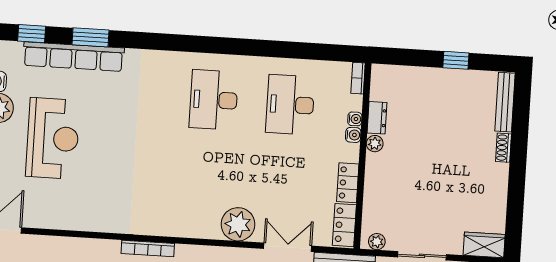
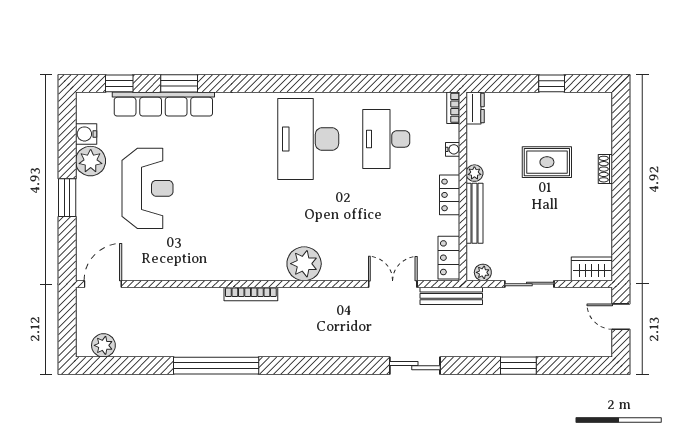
desk: (214, 100) -> (308, 139), width x1.36, depth x1.30
bench: (505, 102) -> (474, 213), moved
dresser: (377, 118) -> (475, 108), moved
water cooler: (353, 135) -> (452, 166), removed
rug: (447, 137) -> (547, 162), added
locker: (348, 183) -> (450, 195), moved
plant: (238, 224) -> (304, 264), moved

